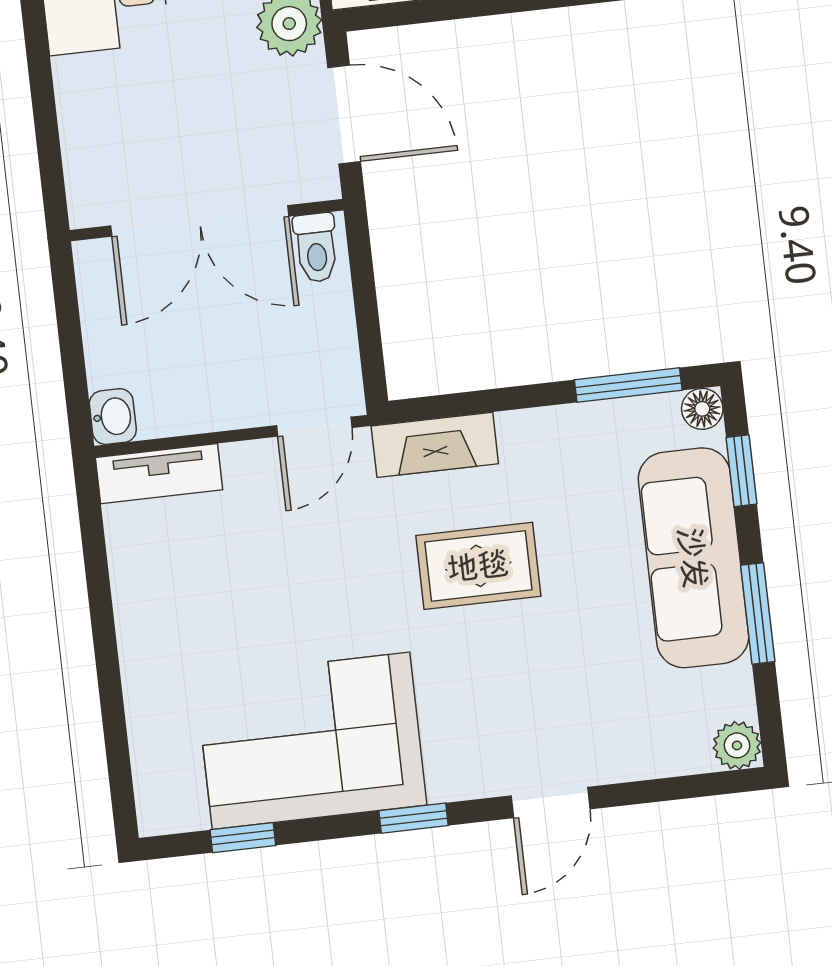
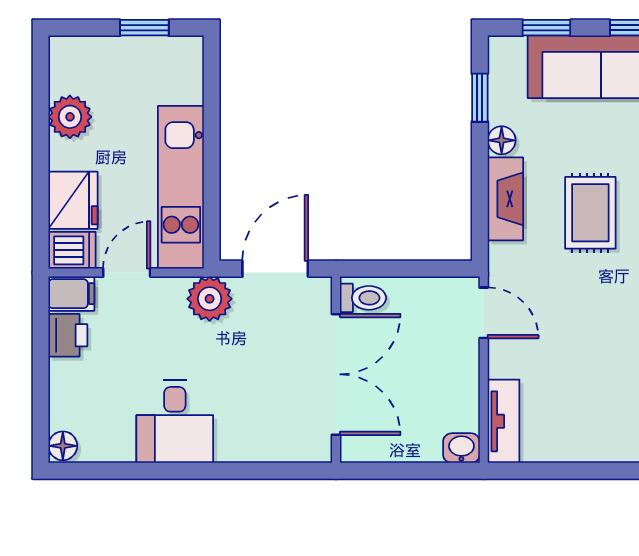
window: (628, 385) -> (480, 98), width x0.67
floor lamp: (702, 409) -> (502, 140), moved
fireplace: (435, 445) -> (505, 199), moved

